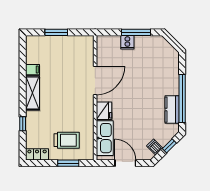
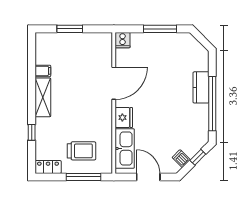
cooker: (127, 42) -> (123, 40), moved
kitchen counter: (172, 110) -> (201, 87), moved
window: (68, 163) -> (83, 177), width x1.44

